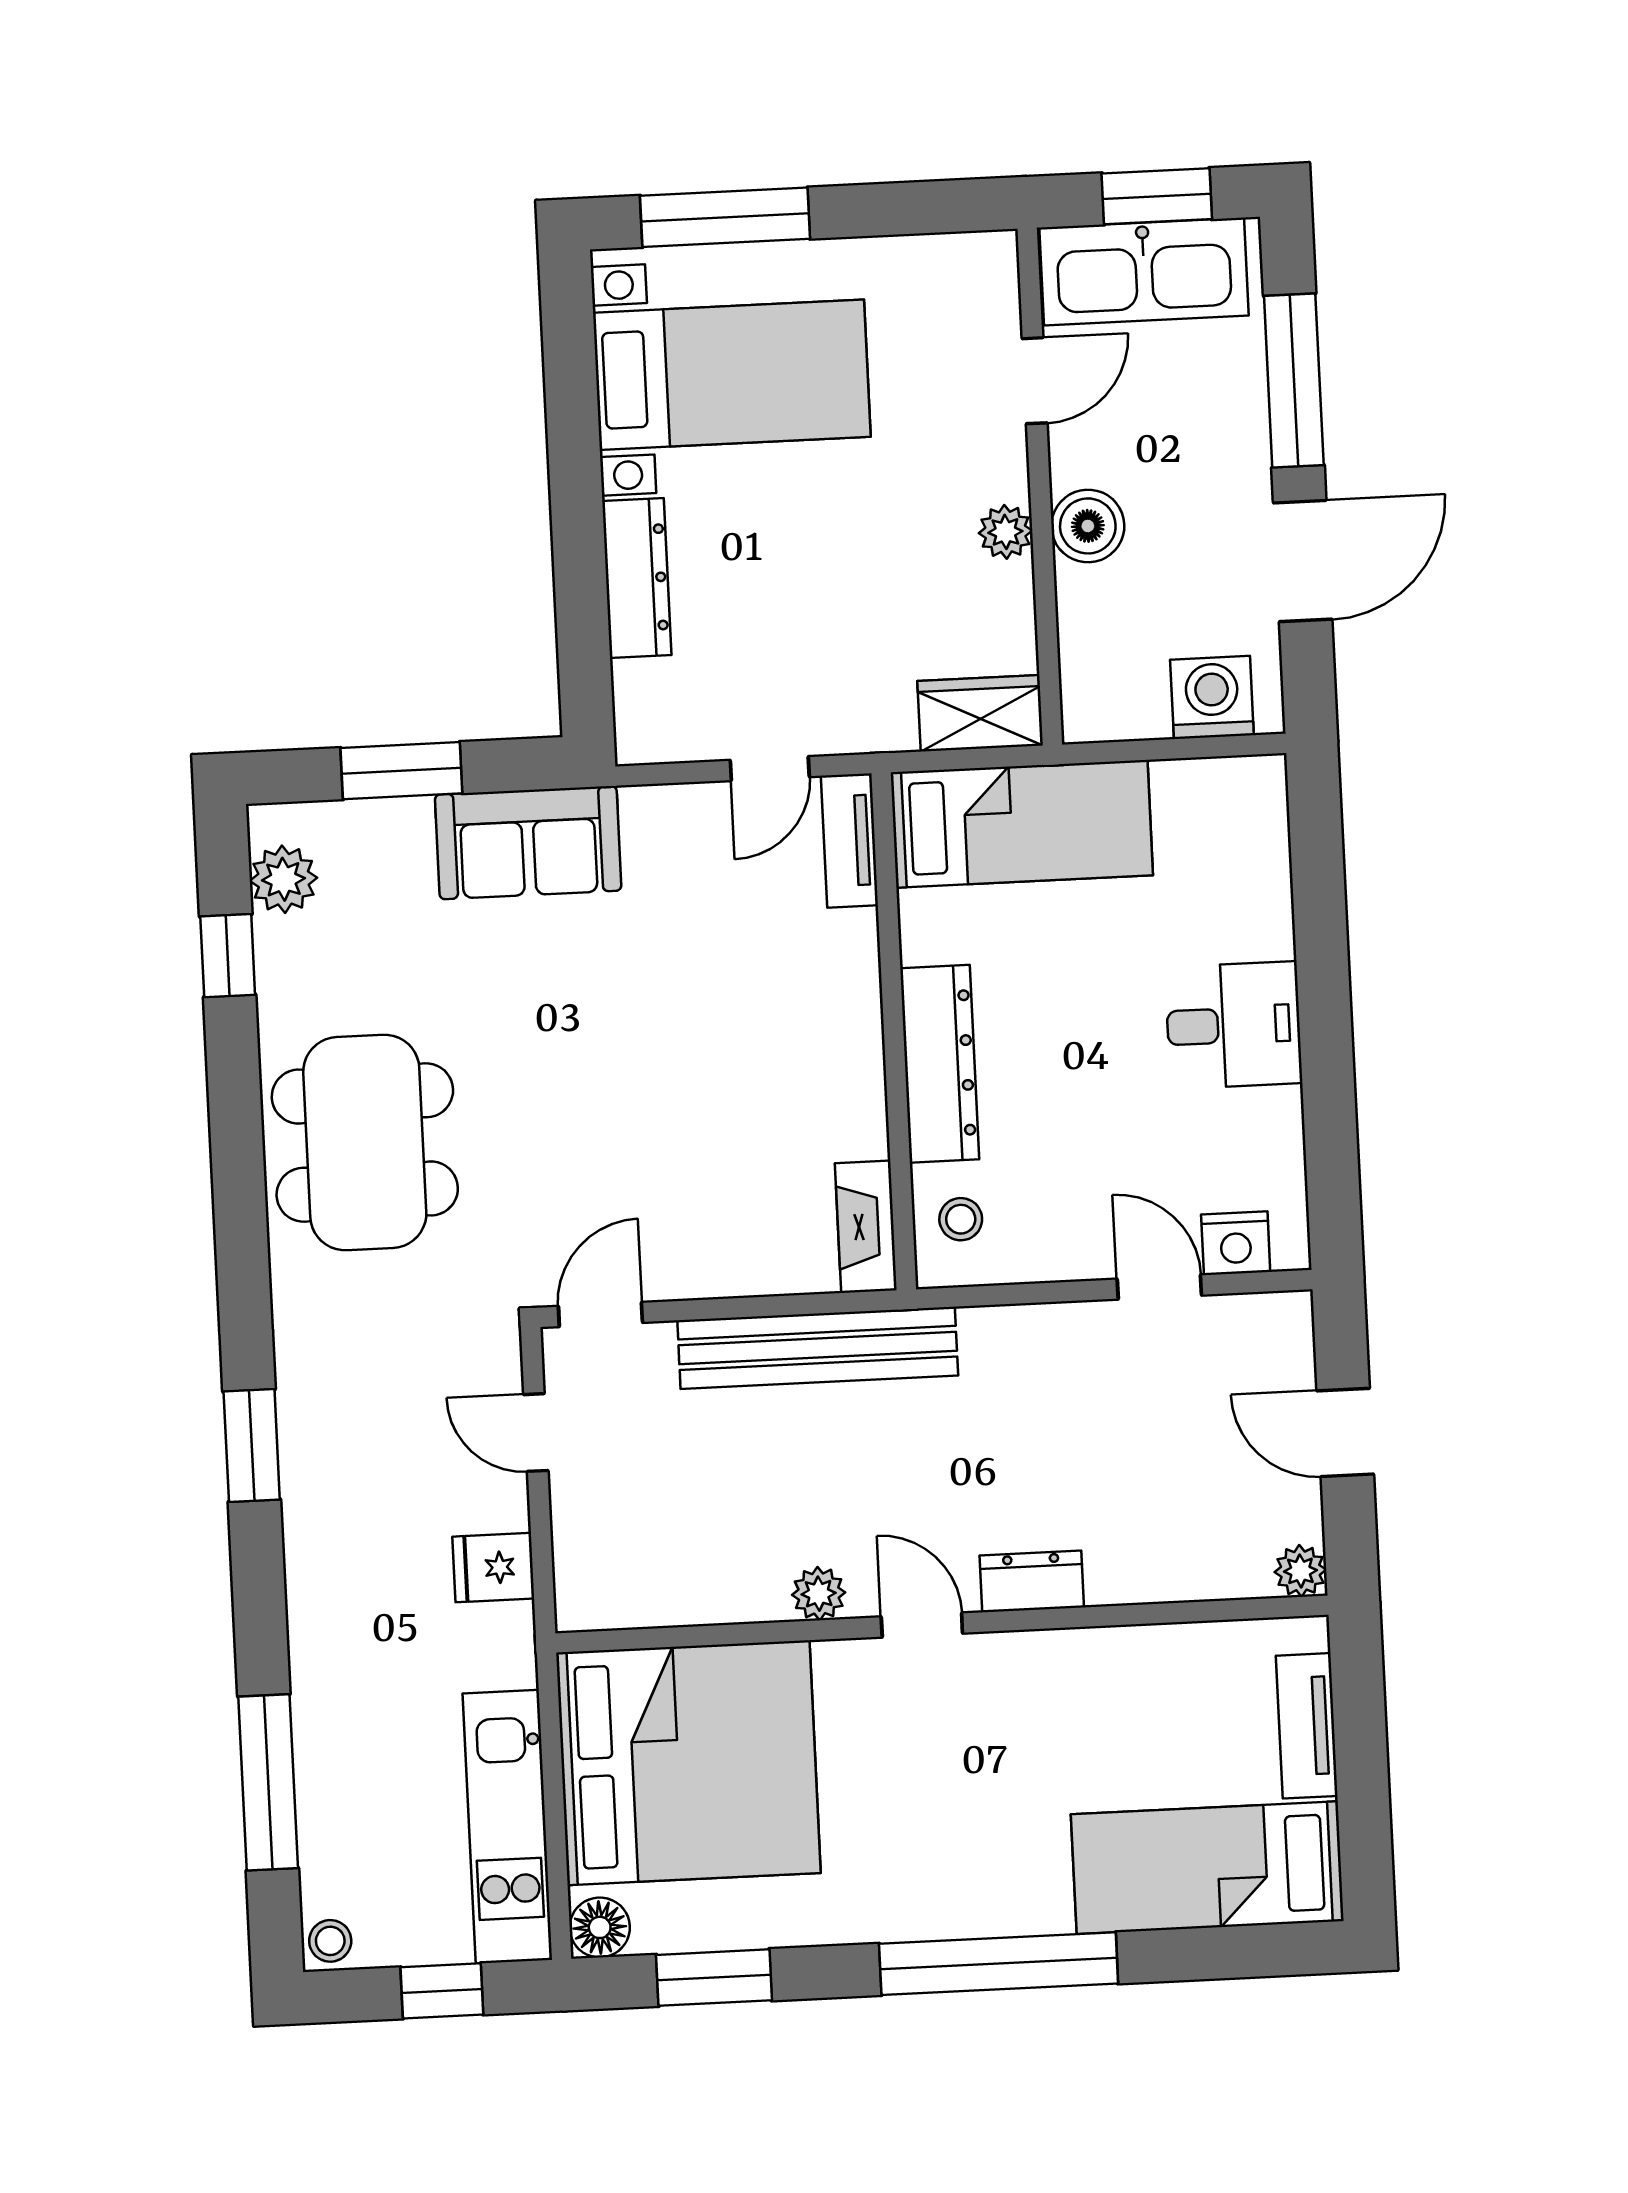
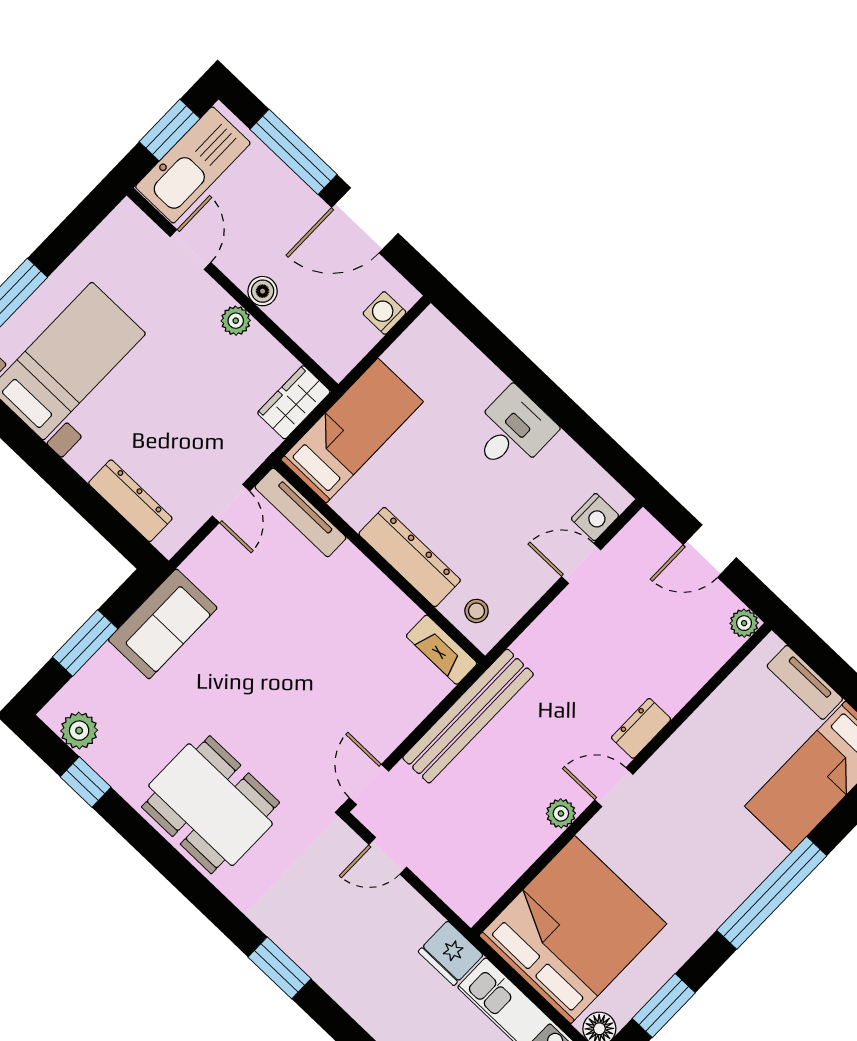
boiler: (1088, 526) -> (263, 291), width x0.73, depth x0.73
door: (1303, 561) -> (365, 220), swing flipped
dresser: (637, 578) -> (130, 501), moved
washing machine: (1212, 697) -> (385, 313), width x0.73, depth x0.73
tv unit: (849, 841) -> (300, 512), width x1.41
fridge: (493, 1568) -> (451, 953), moved, width x1.38

